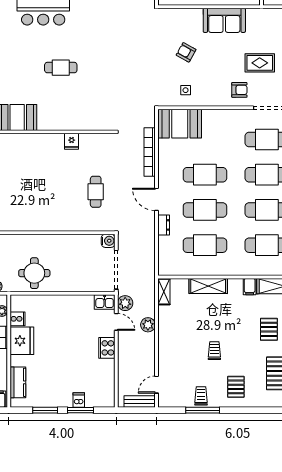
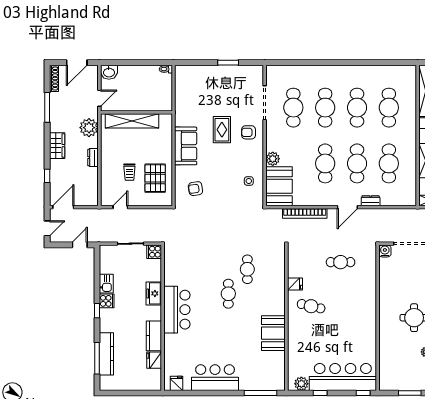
armchair: (186, 52) -> (195, 189), moved, turned 52
rug: (260, 63) -> (222, 130), moved
cafe table: (88, 89) -> (247, 269), added
armchair: (239, 90) -> (249, 132), turned -90
plant: (210, 117) -> (273, 159), added
cafe table: (47, 159) -> (311, 306), added

